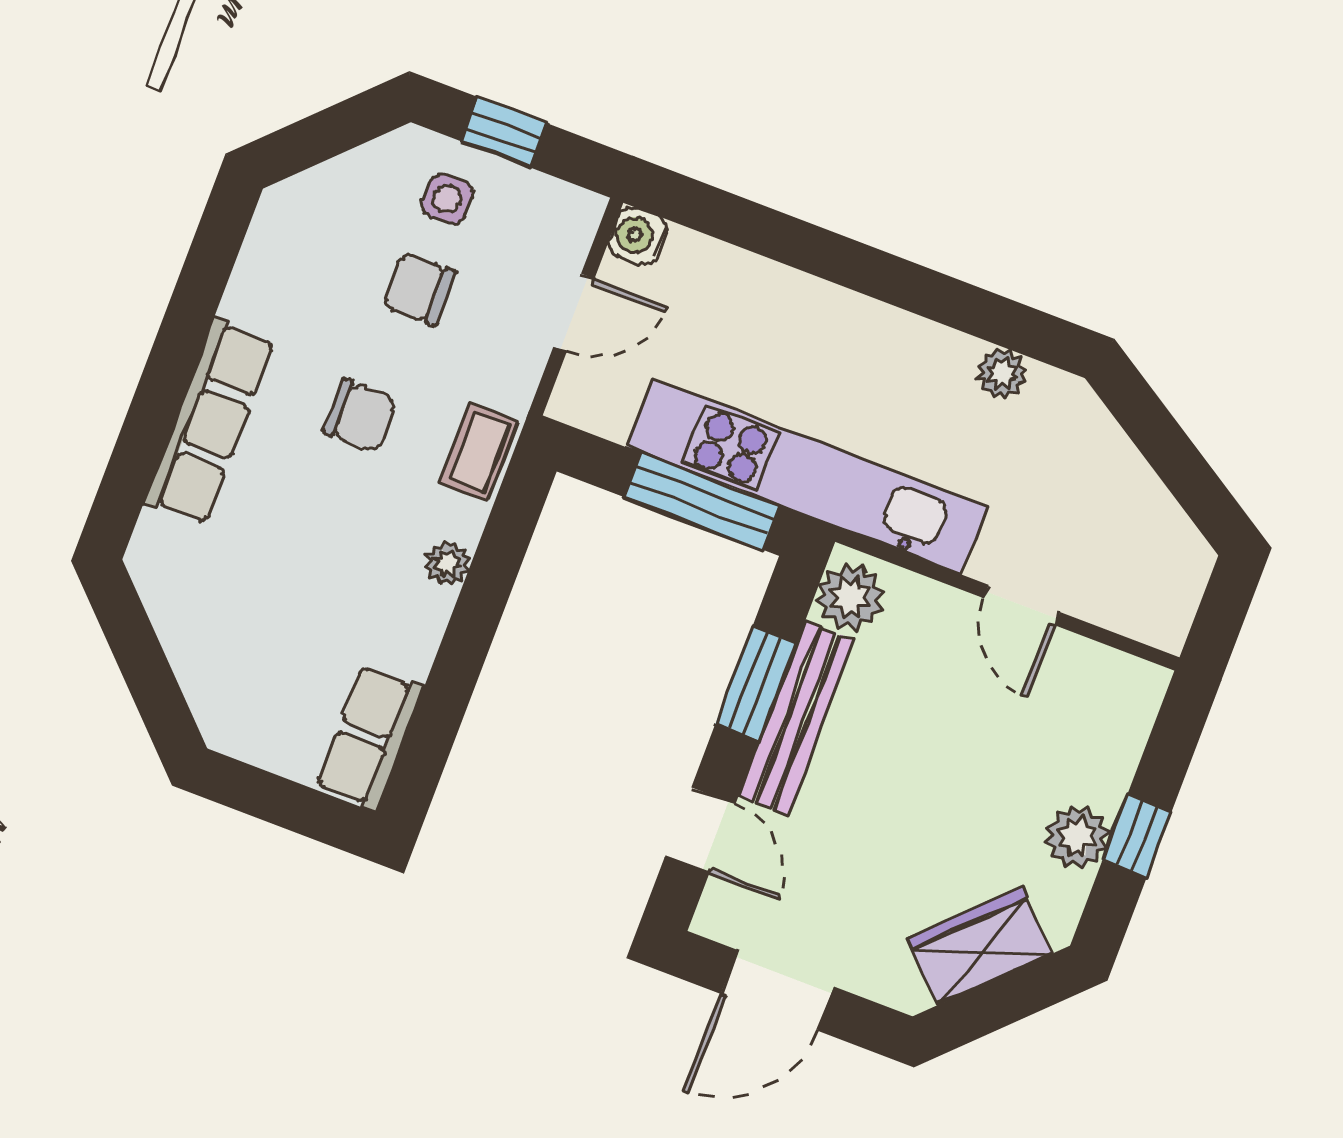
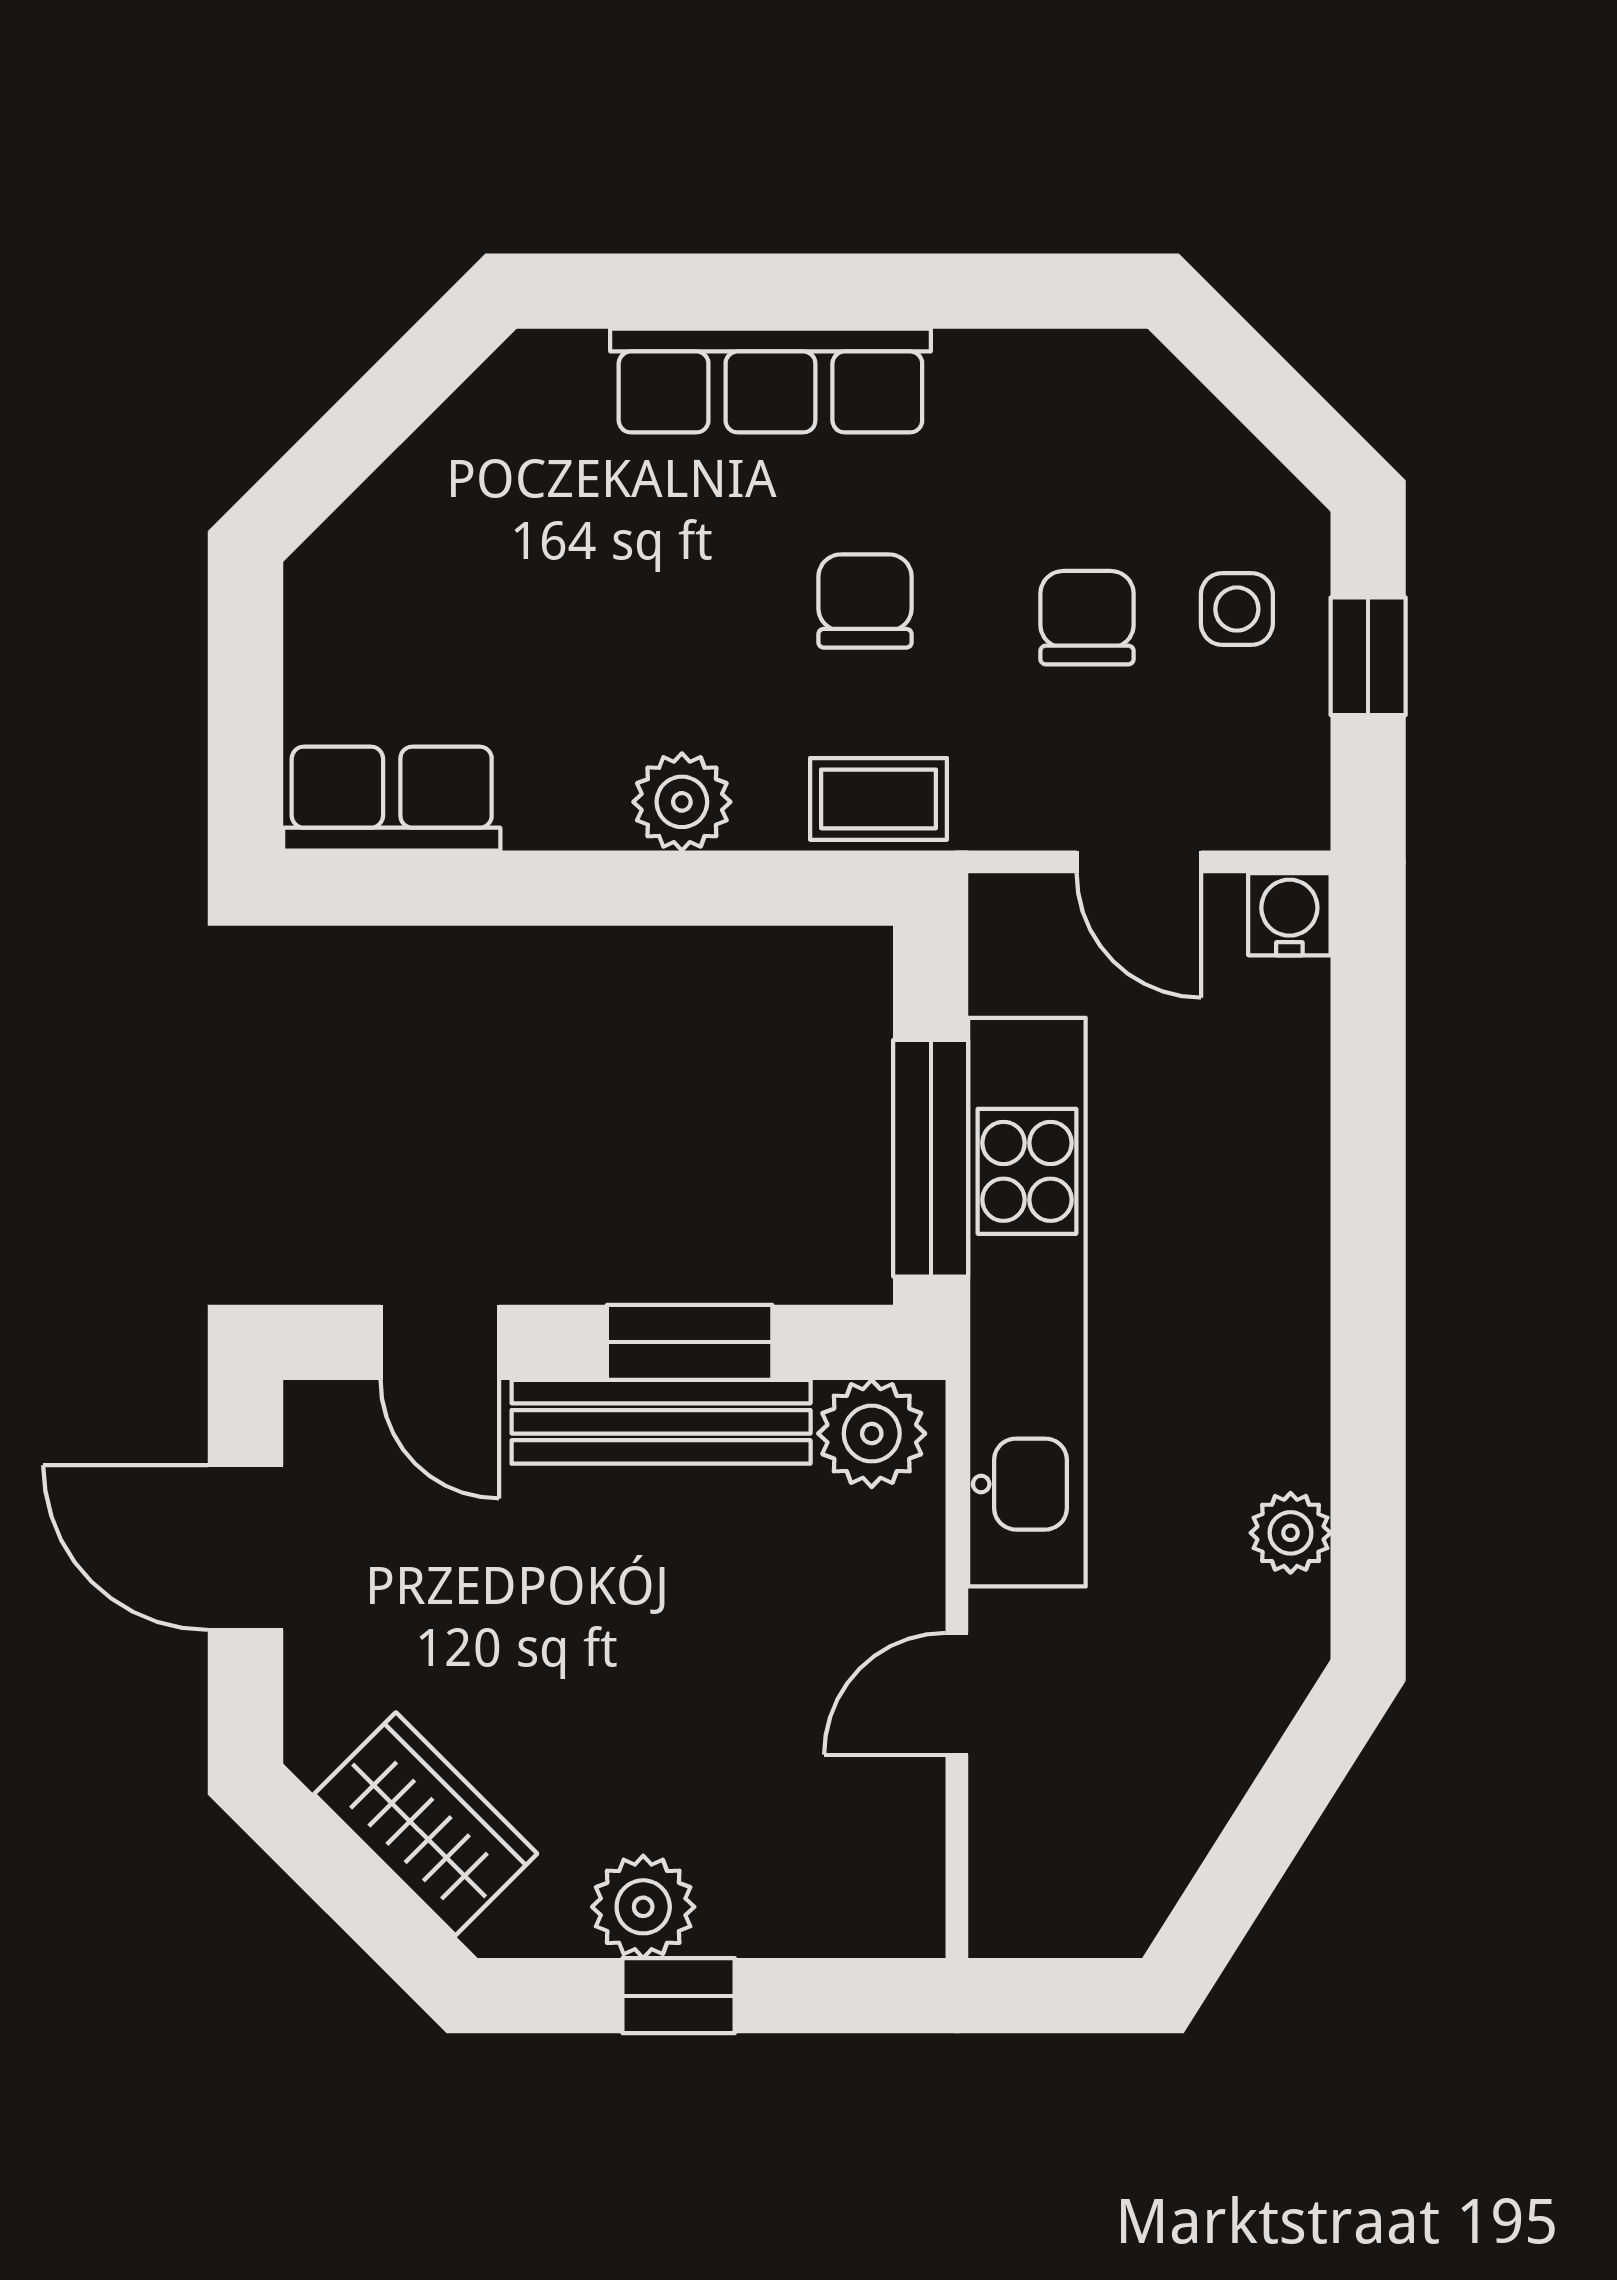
chair: (360, 415) -> (865, 601), turned 180
plant: (448, 563) -> (682, 802), width x1.38, depth x1.38
door: (700, 830) -> (440, 1342), hinge flipped

